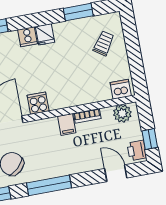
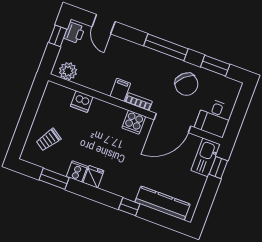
cooker: (28, 37) -> (77, 171), moved
dishwasher: (121, 89) -> (82, 102), moved
bookcase: (87, 116) -> (139, 102), moved

